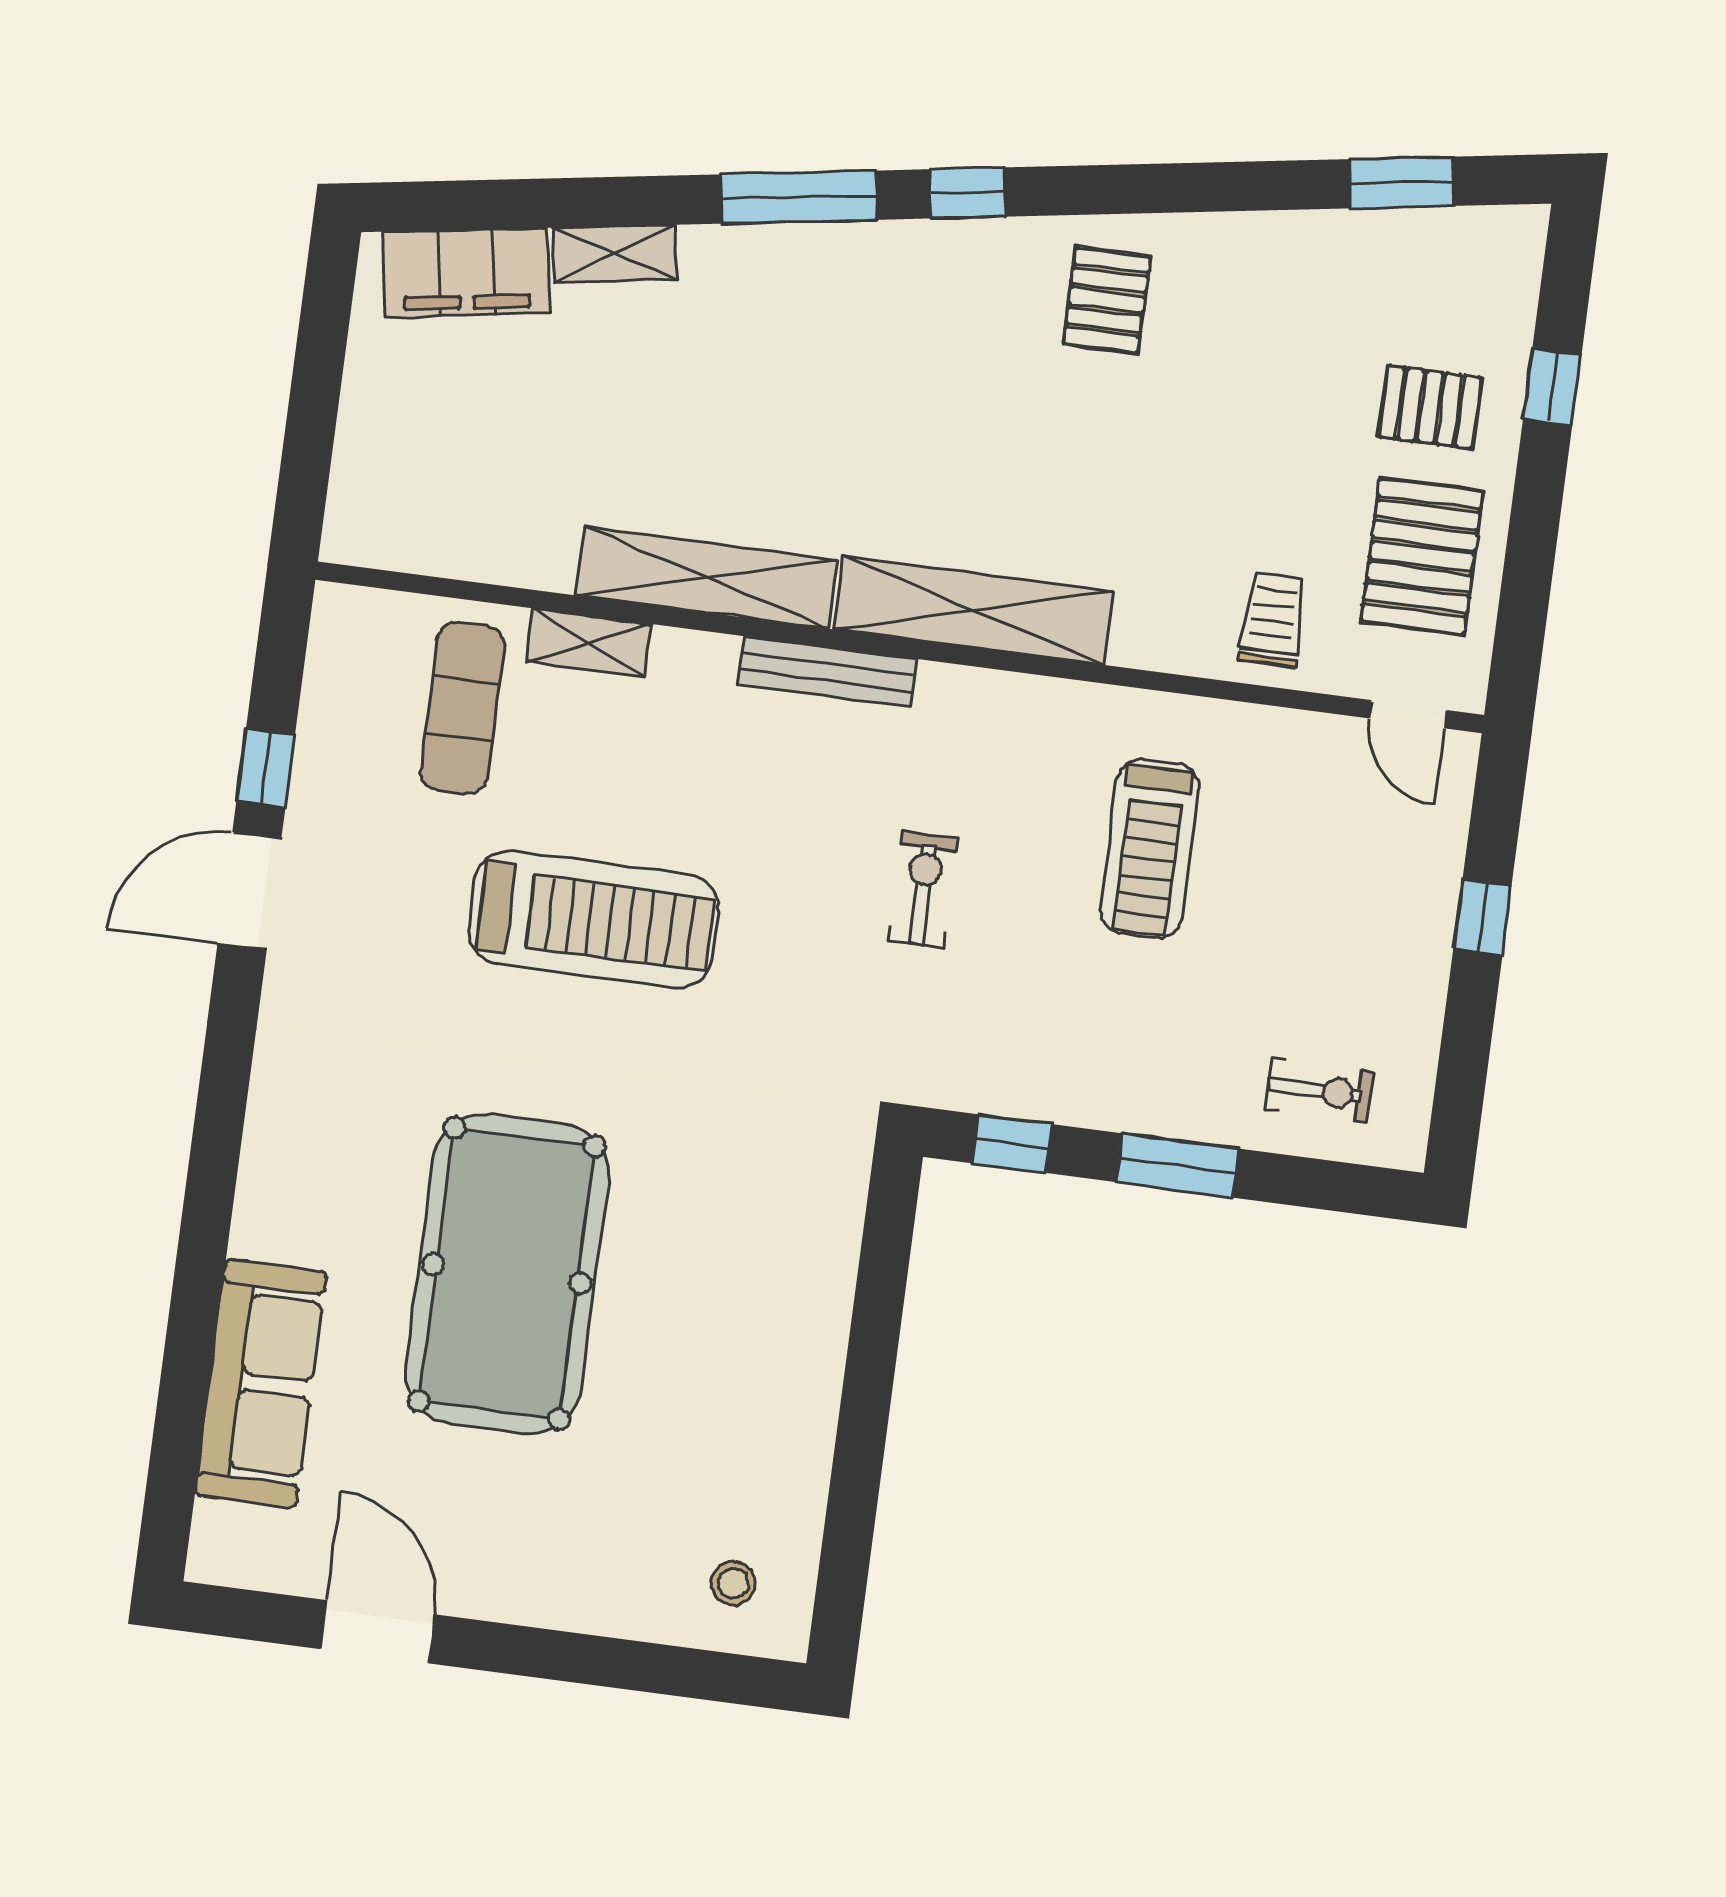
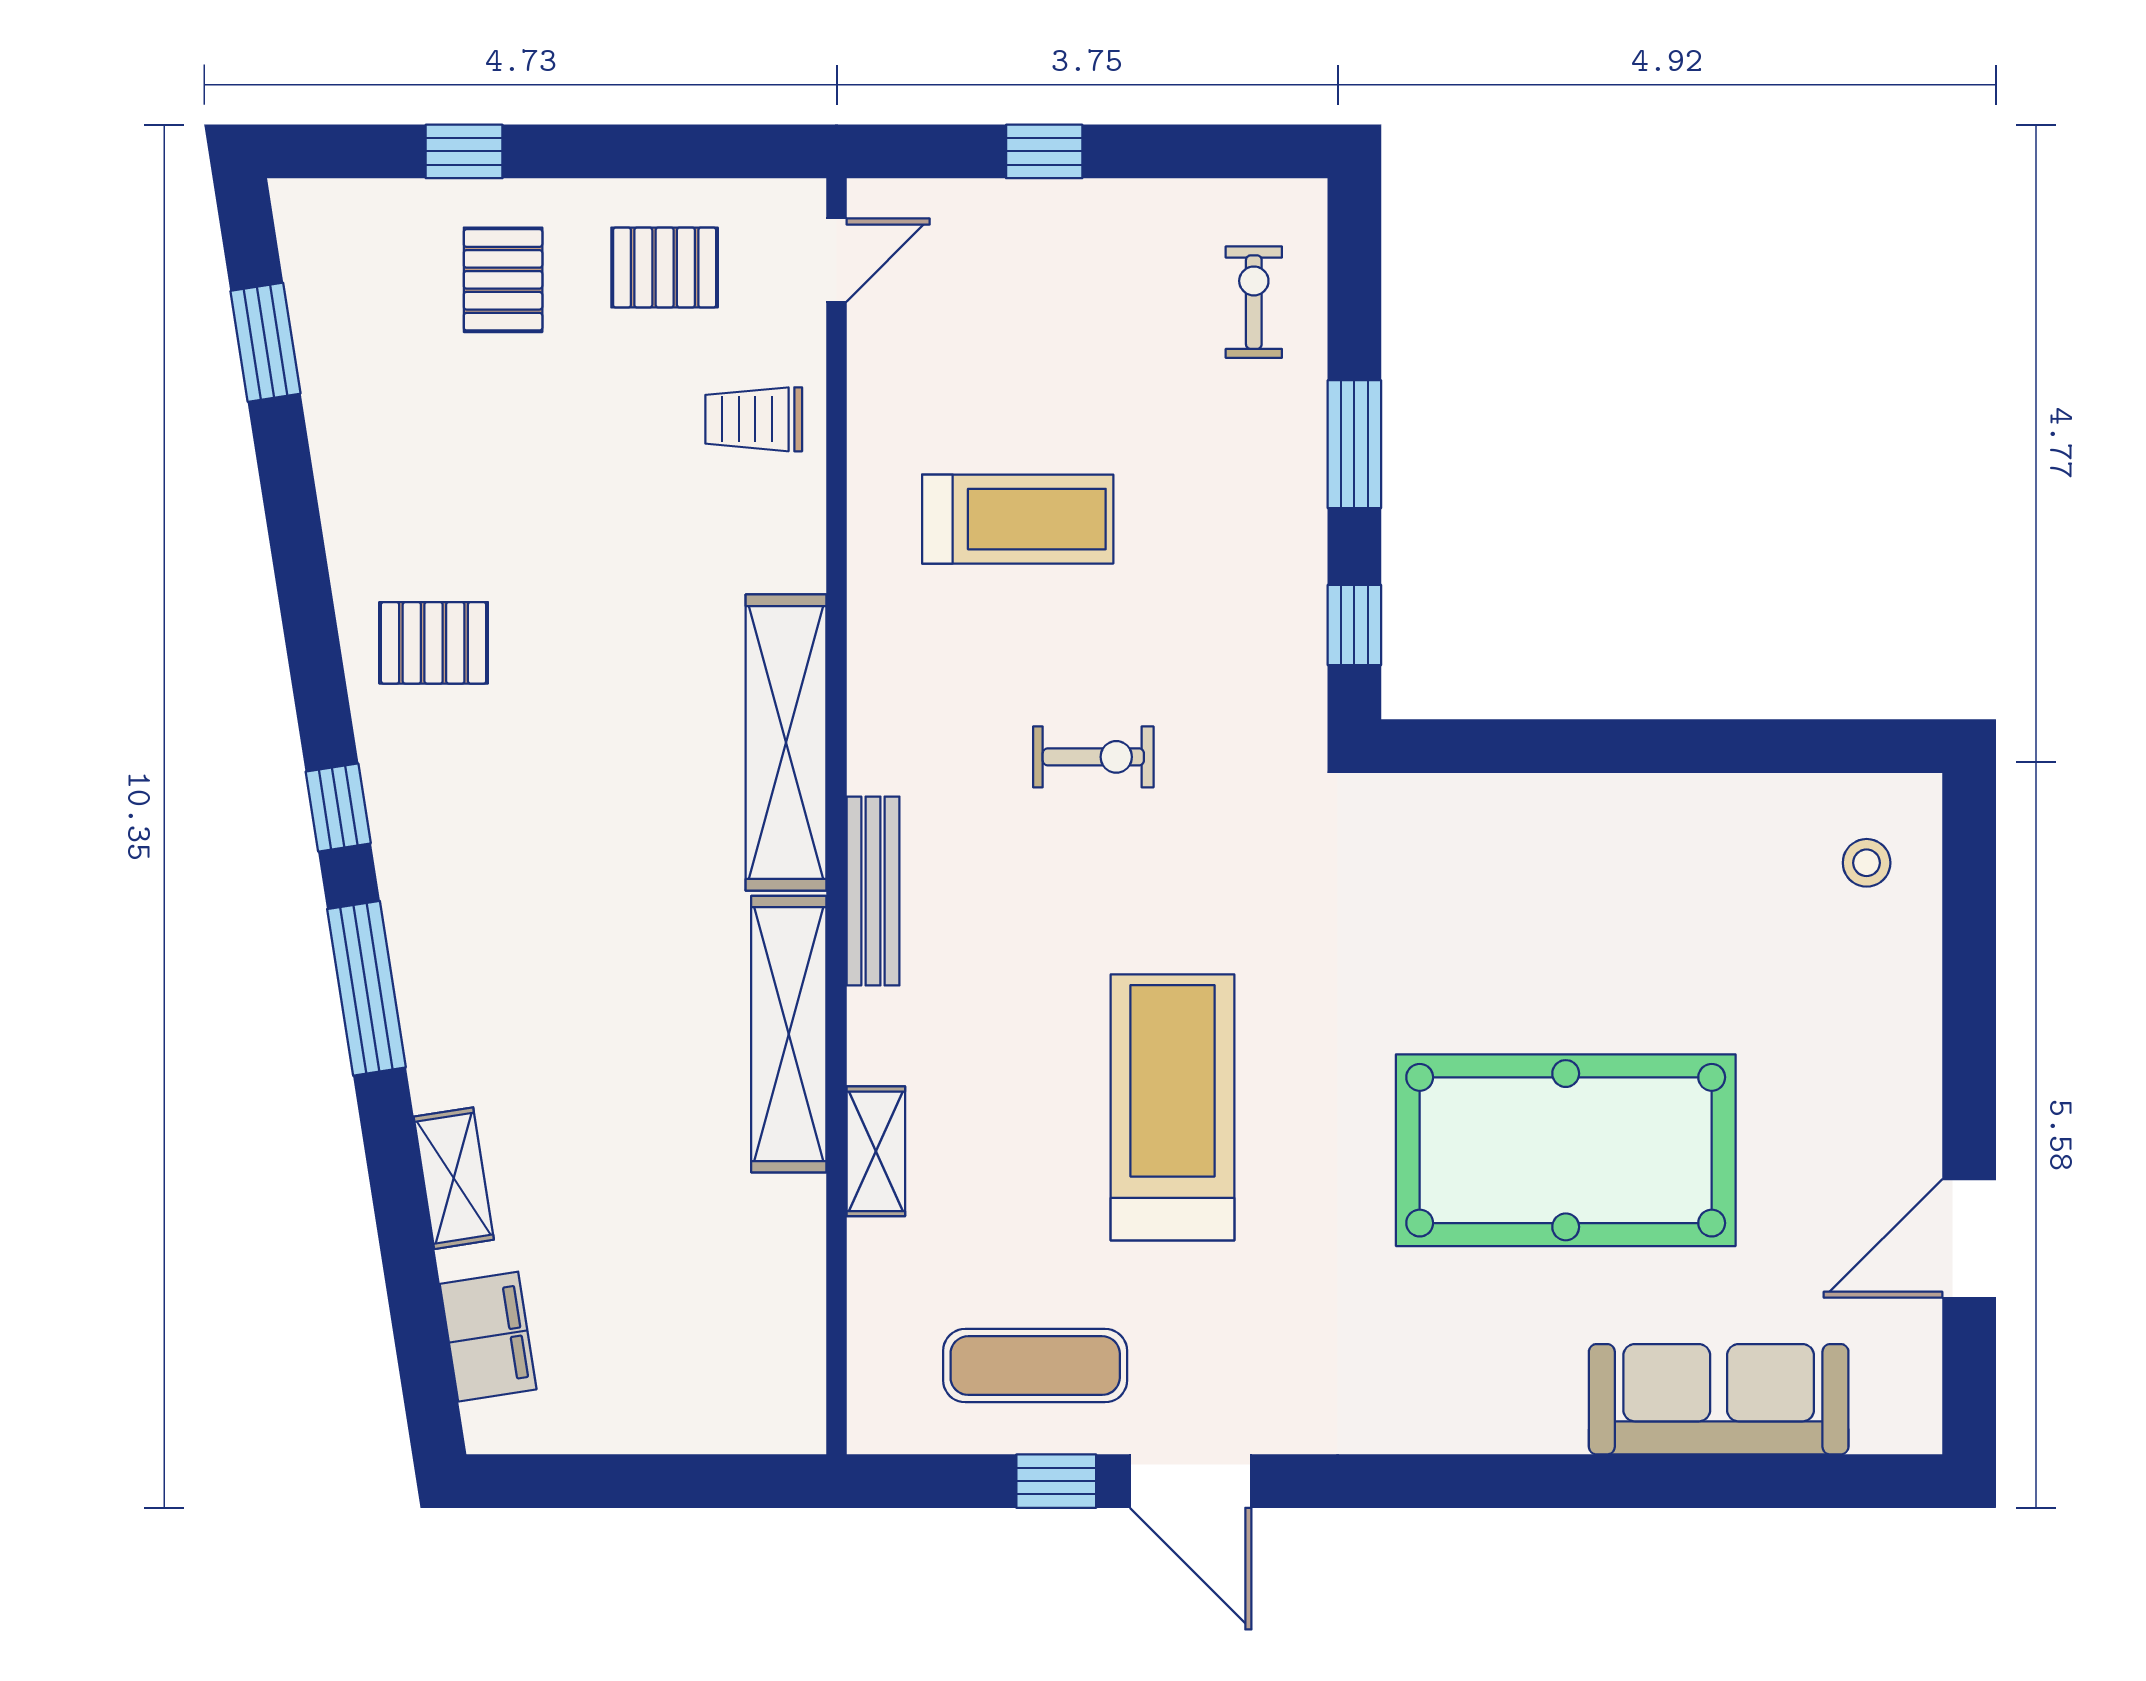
filing cabinet: (466, 272) -> (488, 1337), width x0.67, depth x0.86
pallet: (1422, 556) -> (665, 268), width x0.67, depth x0.71
exercise mat: (462, 708) -> (1035, 1366), moved
exercise bike: (923, 889) -> (1093, 757), turned 180

